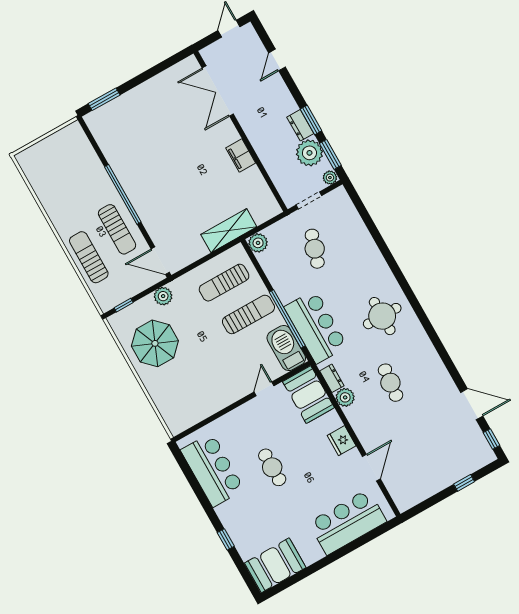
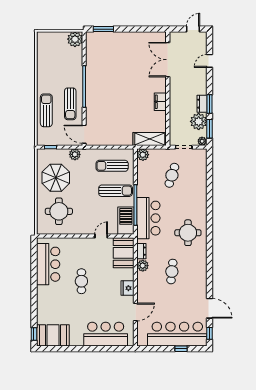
plant: (73, 136) -> (75, 39), added
shelving: (229, 231) -> (150, 139), moved
round table: (186, 388) -> (59, 211), added
bar counter: (447, 466) -> (177, 334), added
window: (226, 539) -> (34, 334), moved

